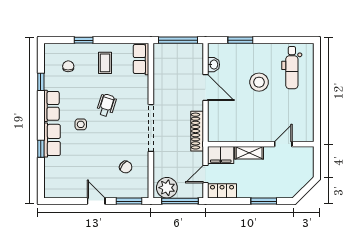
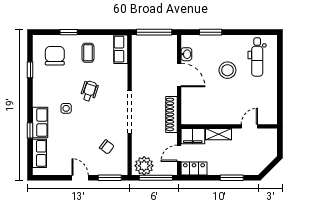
chair: (68, 66) -> (55, 56), width x1.87, depth x1.87
row of seats: (51, 106) -> (40, 153), moved

